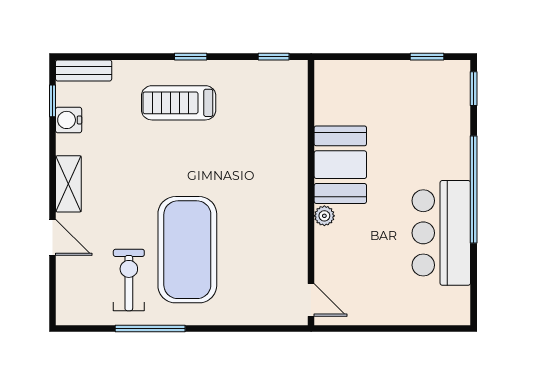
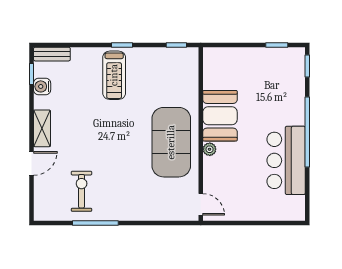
treadmill: (179, 103) -> (114, 75), turned -90
door: (53, 237) -> (32, 163), hinge flipped
exercise mat: (187, 250) -> (171, 142), moved

